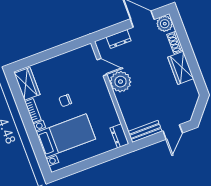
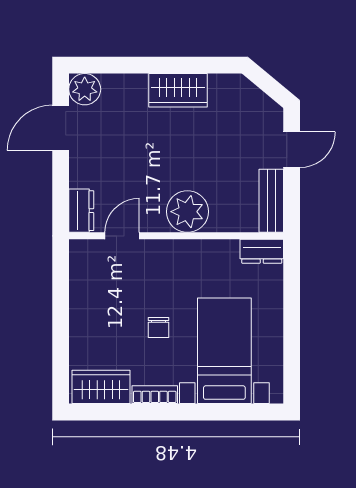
dresser: (119, 39) -> (81, 211), moved
shoe rack: (175, 42) -> (126, 83), removed
plant: (120, 82) -> (187, 212), moved
door: (173, 132) -> (292, 150), hinge flipped

